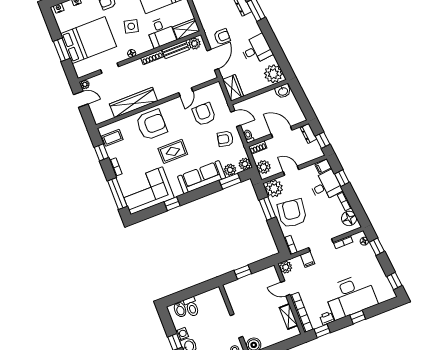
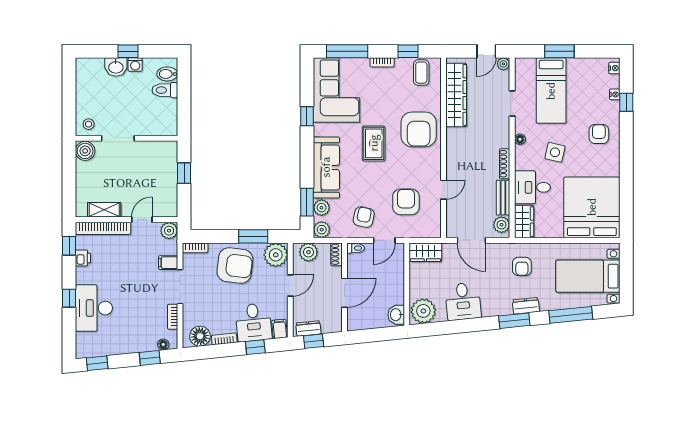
armchair: (222, 37) -> (522, 266), moved
bed: (88, 40) -> (551, 91), width x0.67
door: (186, 92) -> (443, 190), swing flipped
wardrobe: (133, 102) -> (456, 95), moved
armchair: (204, 114) -> (406, 202), turned -90
dresser: (308, 134) -> (308, 328), moved
desk: (351, 296) -> (94, 308), width x0.73, depth x0.77

